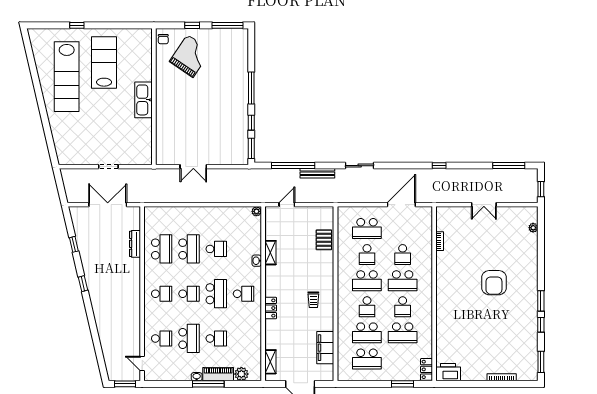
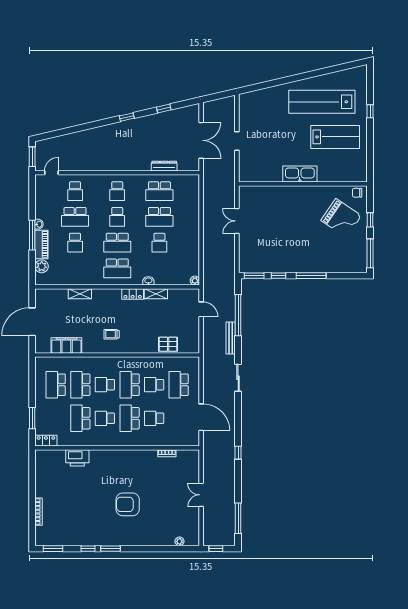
school desk: (243, 294) -> (117, 268), width x1.85
locker: (271, 308) -> (133, 294), moved
shelving: (270, 362) -> (80, 294), moved
printer: (448, 372) -> (77, 458), moved, turned 90

